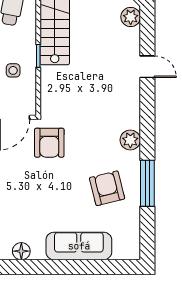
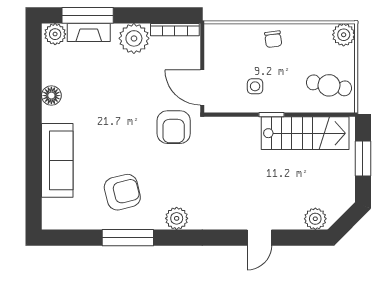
armchair: (49, 143) -> (174, 127), turned -90

